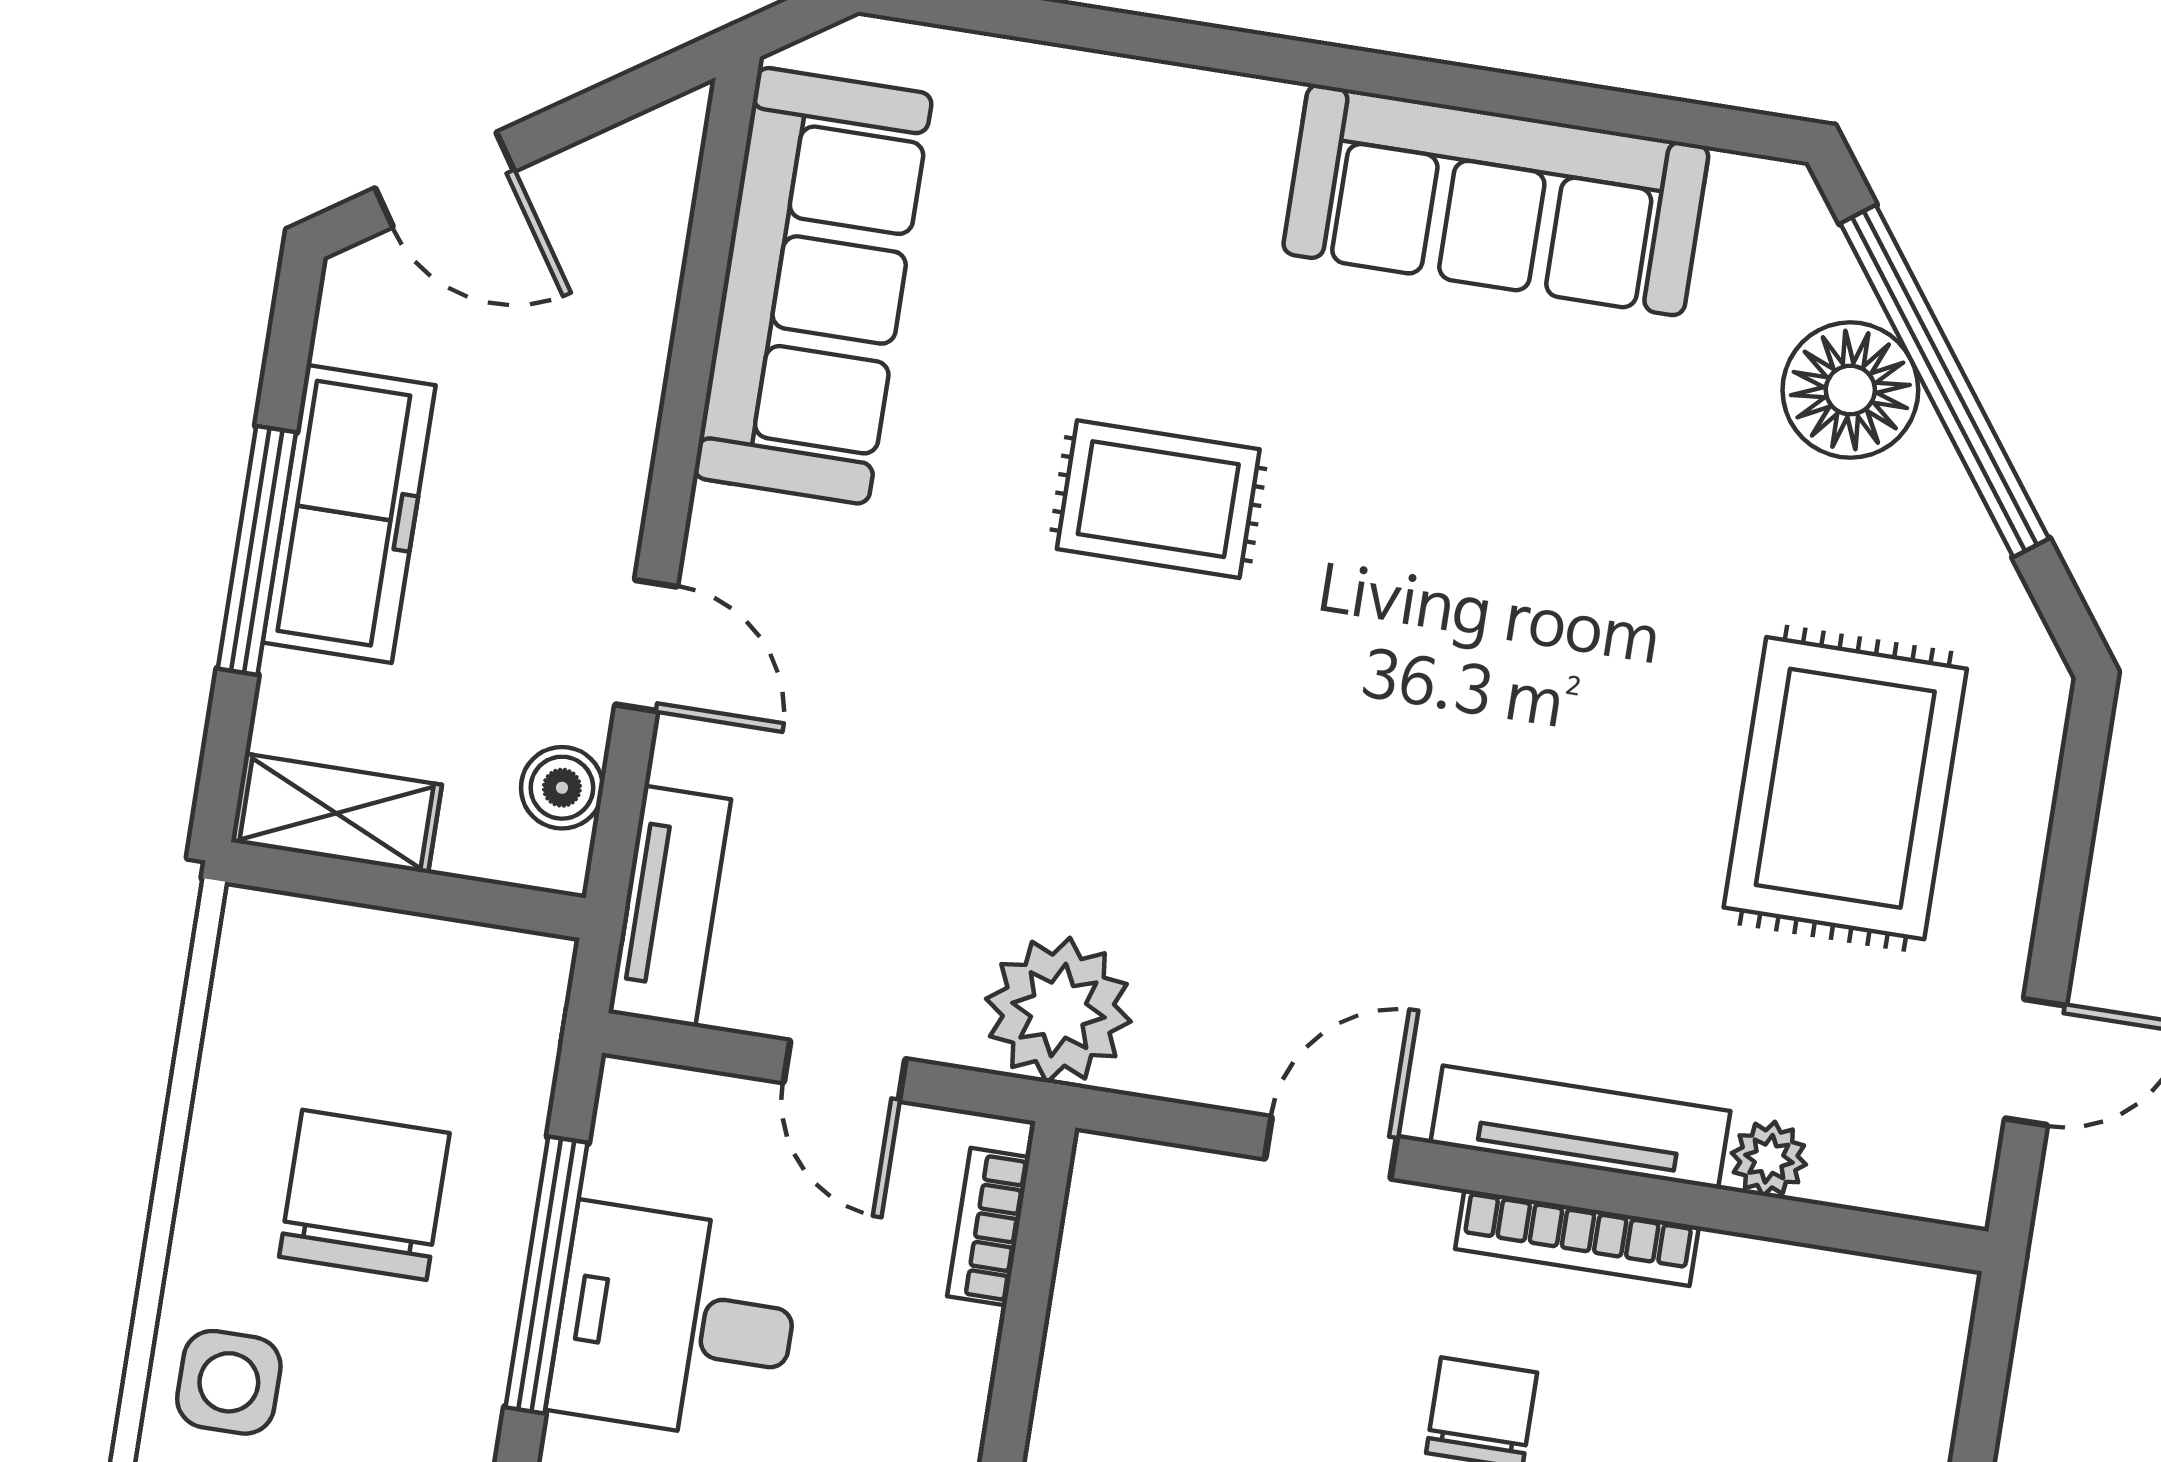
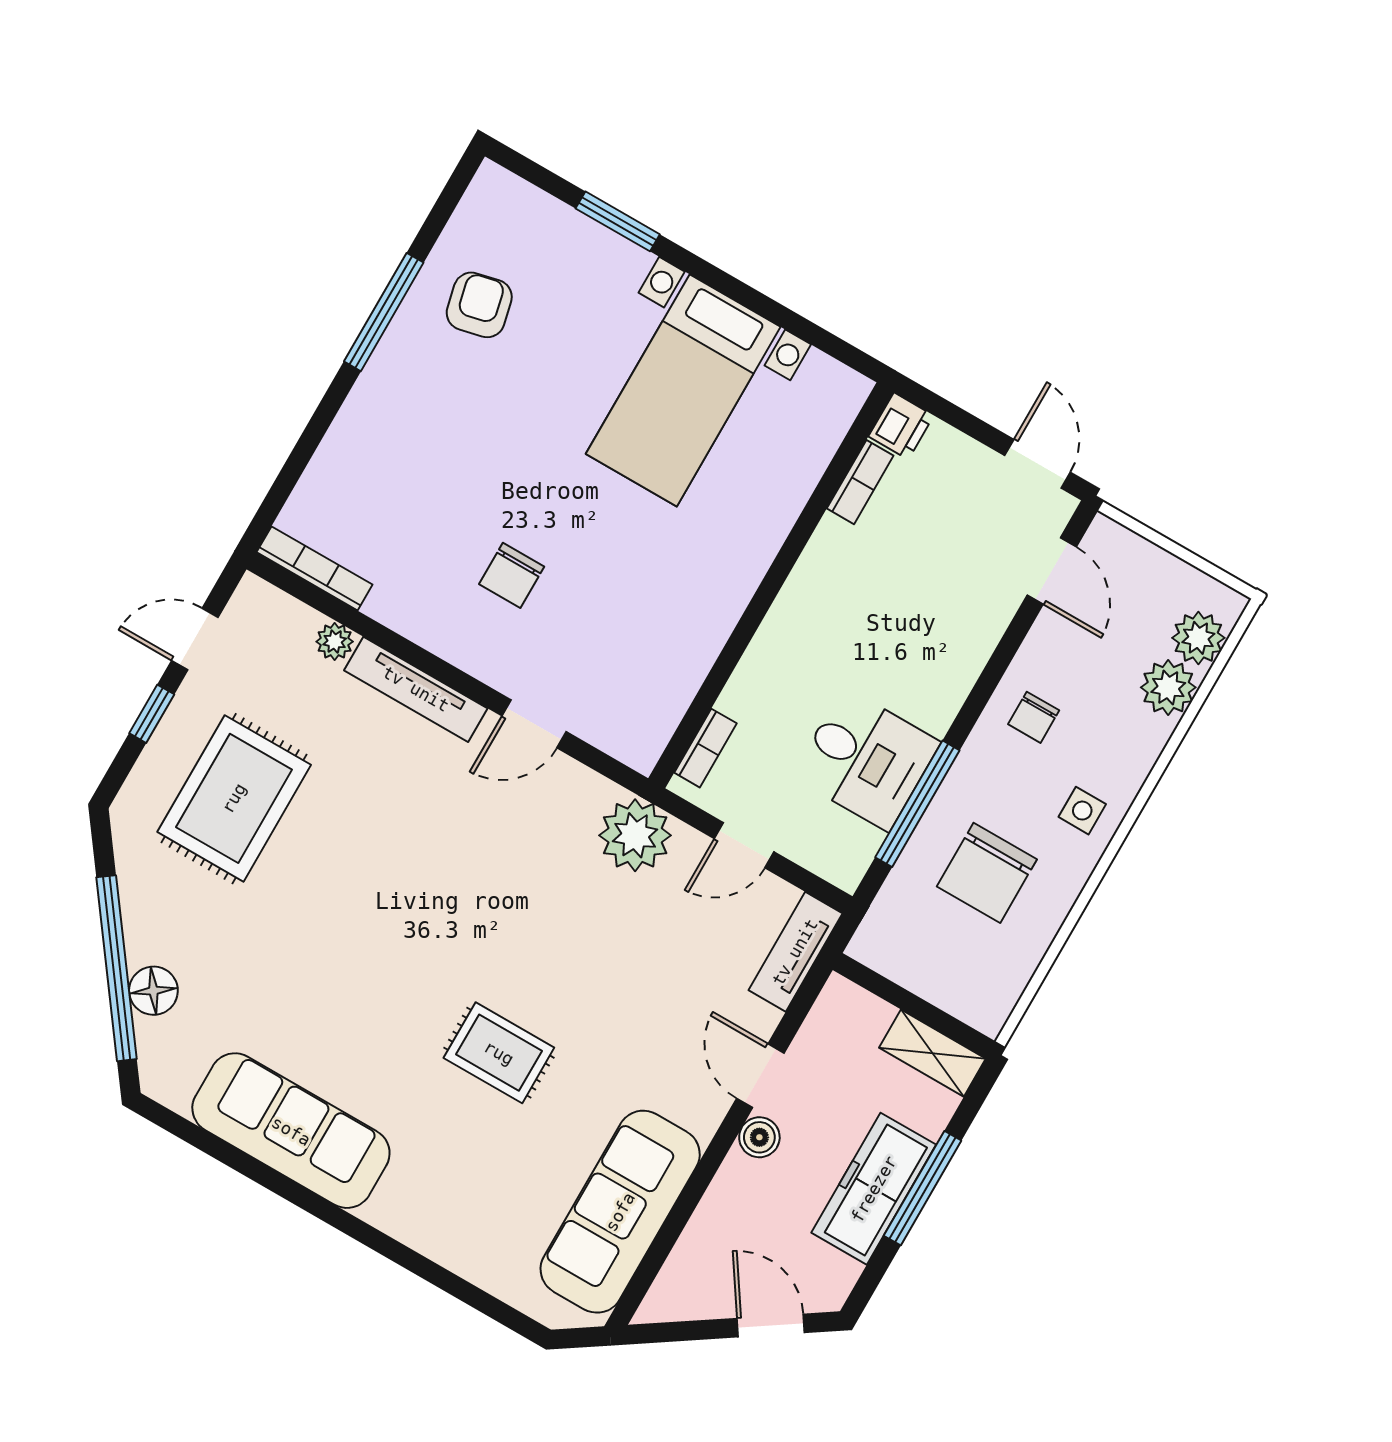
floor lamp: (1850, 390) -> (153, 991), width x0.73, depth x0.73
boiler: (562, 788) -> (759, 1137), moved
window: (2063, 889) -> (152, 714), added
door: (844, 1071) -> (744, 845), swing flipped
bookcase: (1577, 1238) -> (314, 568), moved
side table: (229, 1382) -> (1082, 811), width x0.73, depth x0.73

